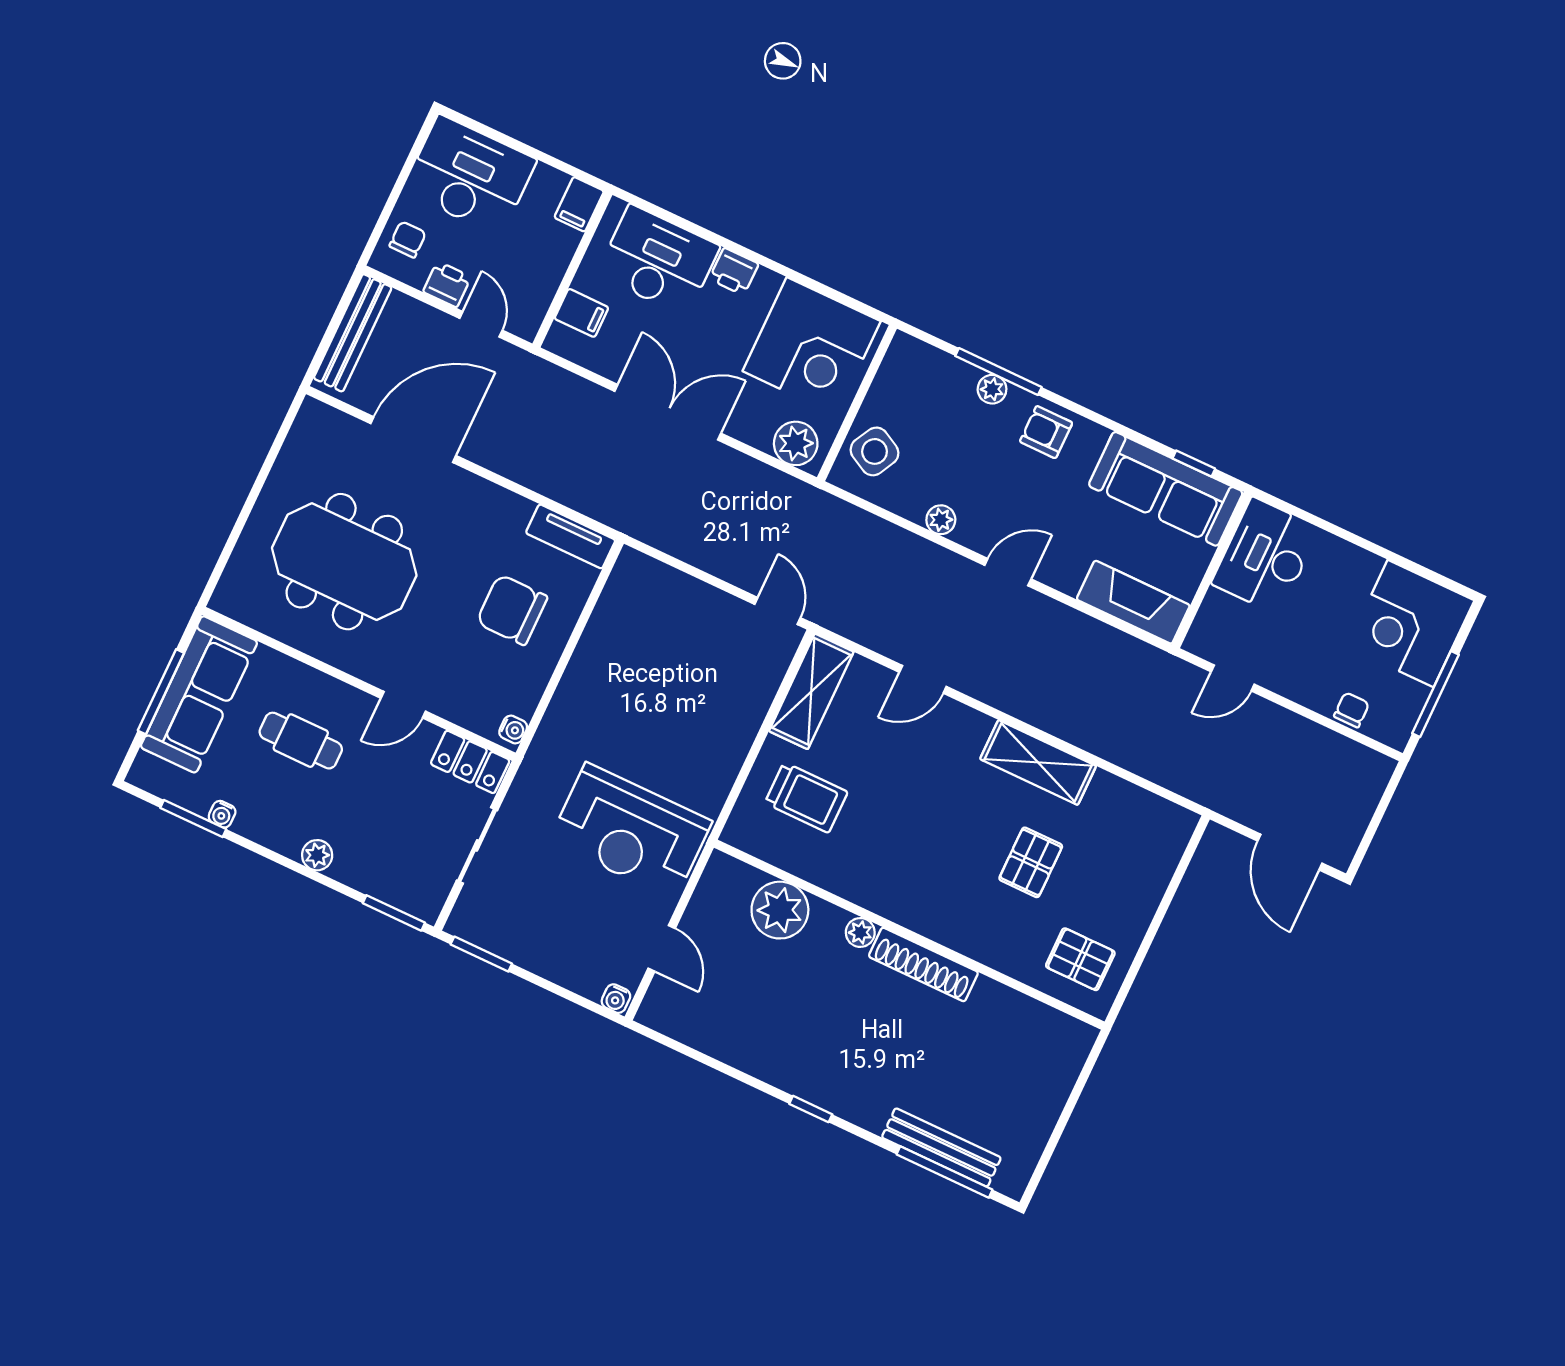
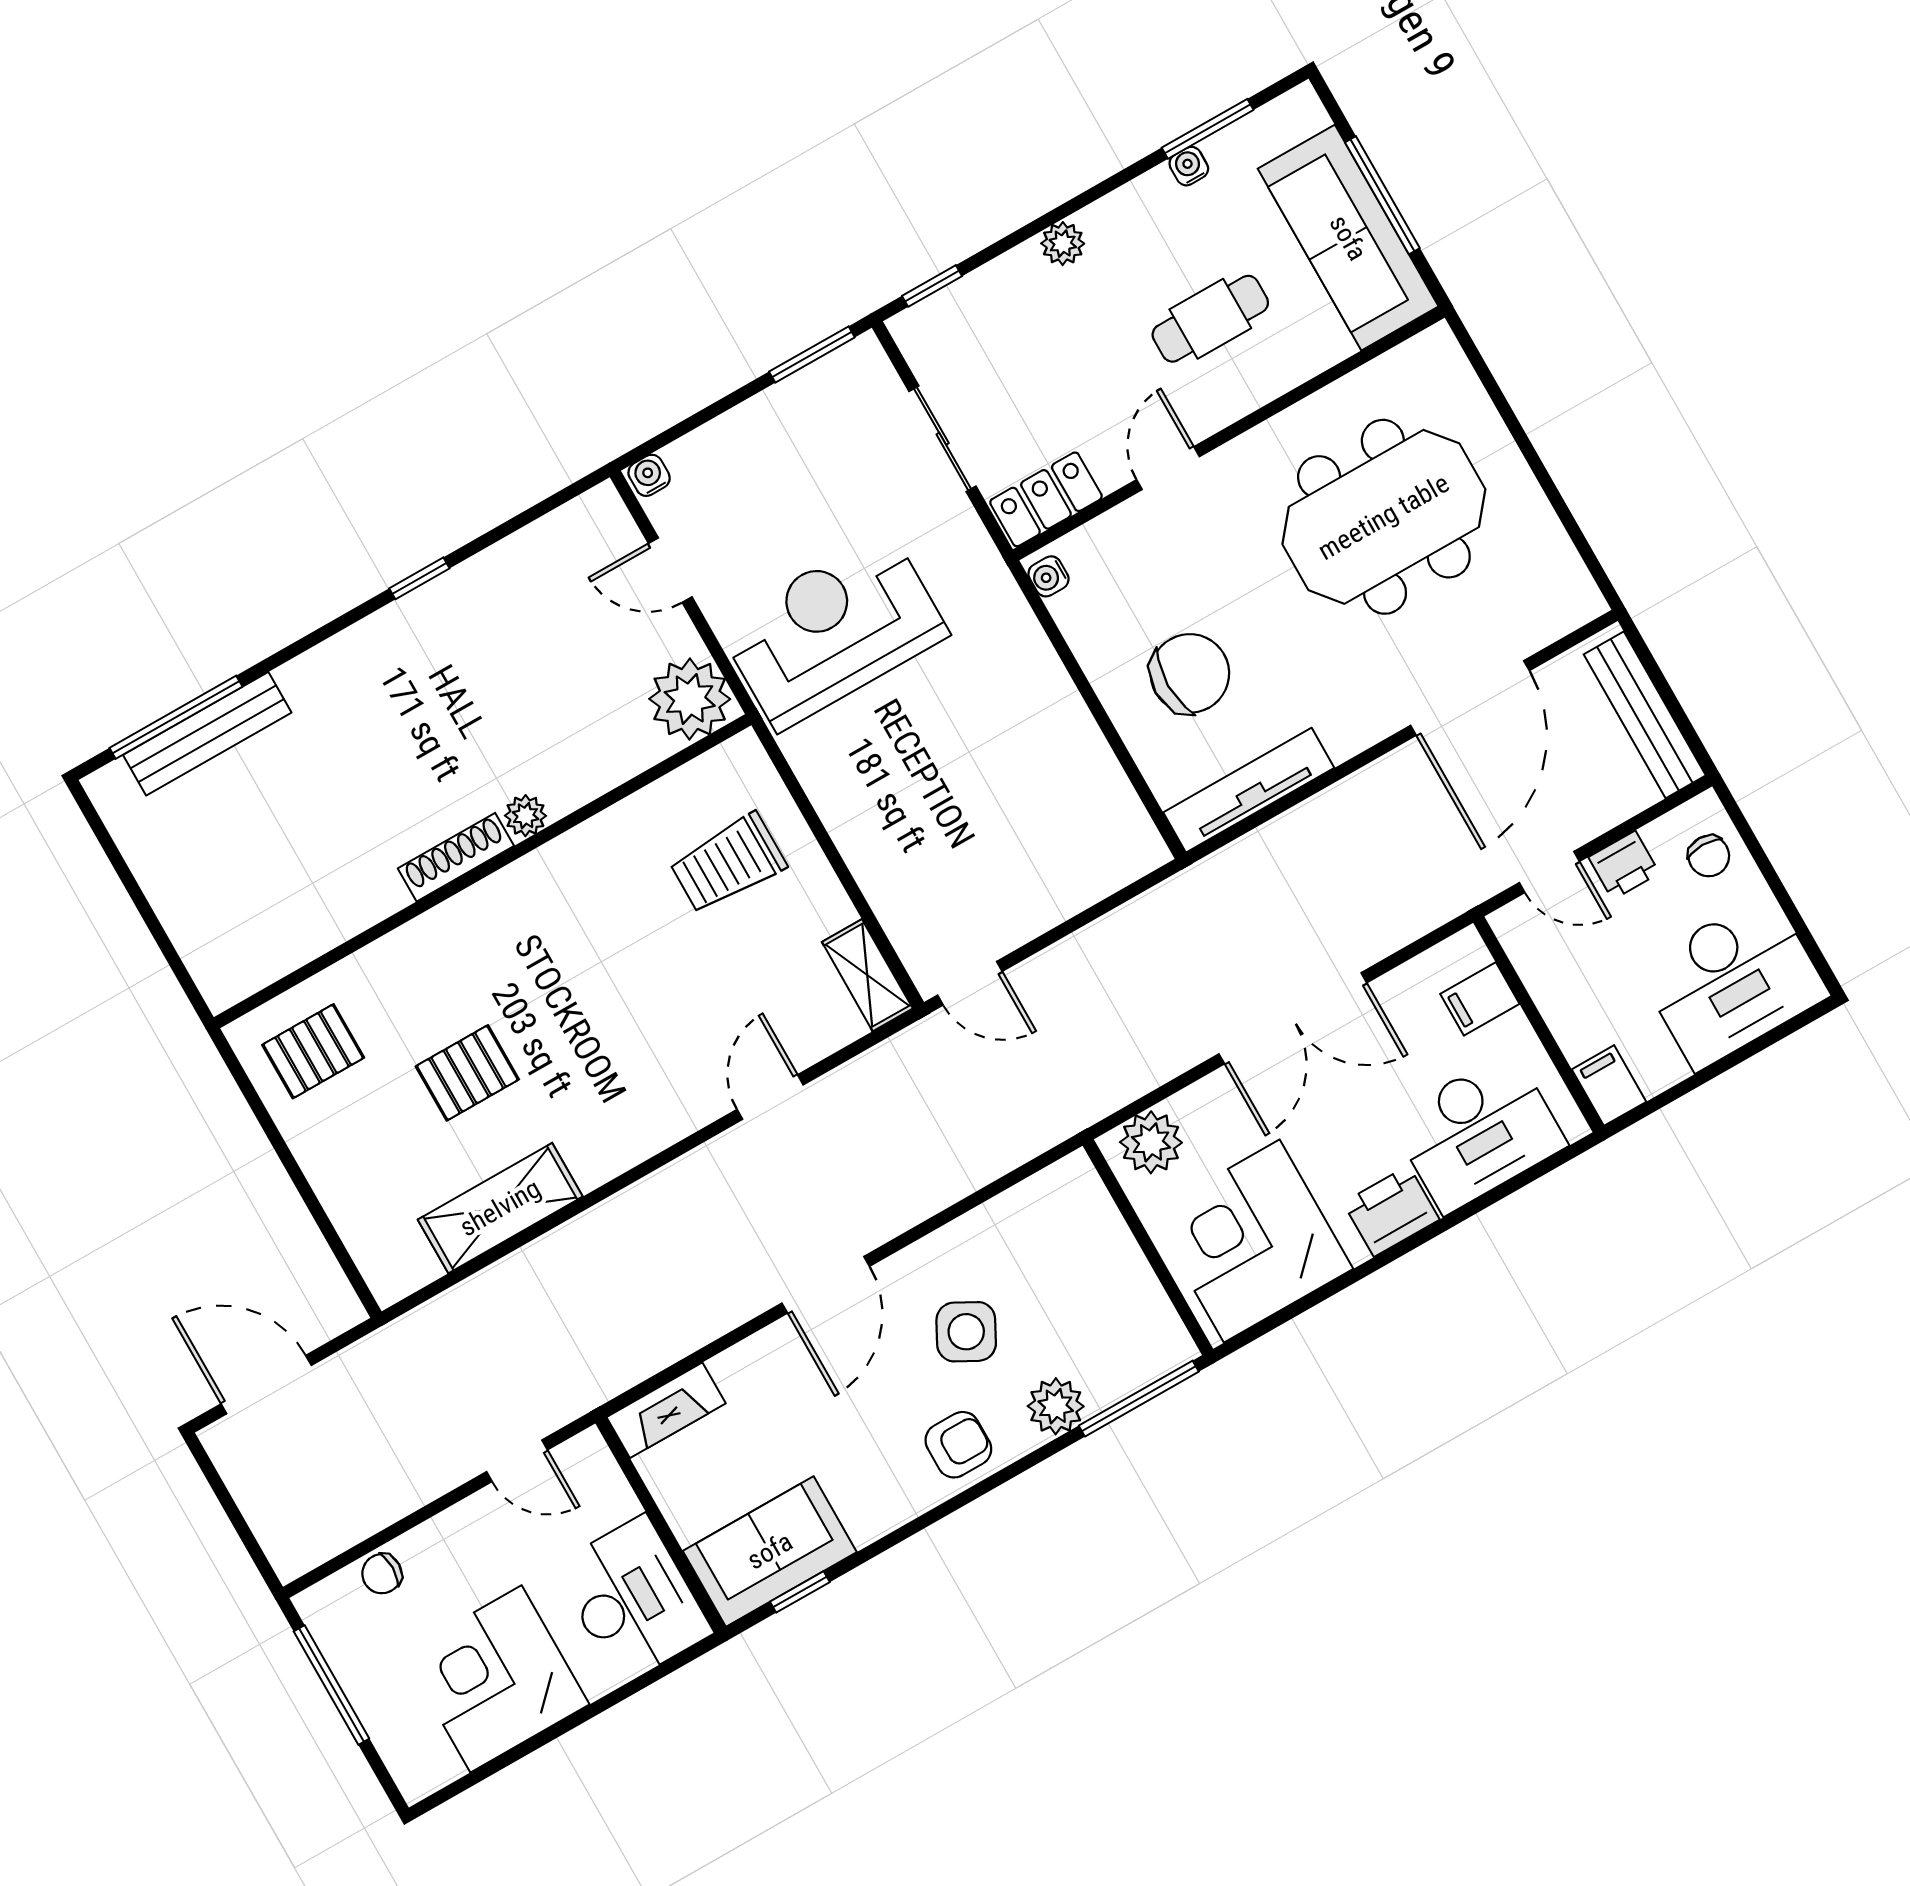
printer: (734, 271) -> (1391, 1211), width x1.36, depth x1.24
window: (998, 371) -> (1139, 1399), moved
plant: (992, 389) -> (1056, 1406), width x1.38, depth x1.38
side table: (875, 451) -> (966, 1332), moved
sofa: (1166, 489) -> (770, 1551), width x0.73
plant: (941, 520) -> (942, 1249), removed
tv unit: (571, 536) -> (1249, 790), width x1.41
door: (1008, 572) -> (826, 1285), width x1.38
fireplace: (1133, 602) -> (666, 1410), width x0.73, depth x0.76
corner desk: (1411, 623) -> (496, 1679), moved, turned -90
door: (1233, 678) -> (517, 1461), swing flipped
shelving: (811, 691) -> (867, 975), width x0.67, depth x0.75
chair: (1352, 710) -> (382, 1574), turned 90
shelving: (1038, 762) -> (500, 1208), moved
pallet: (1031, 862) -> (467, 1073), turned 90
plant: (780, 910) -> (690, 699), moved
window: (394, 913) -> (932, 286), width x0.67
shoe rack: (923, 964) -> (456, 857), width x0.74, depth x0.81
window: (811, 1109) -> (419, 578), moved

